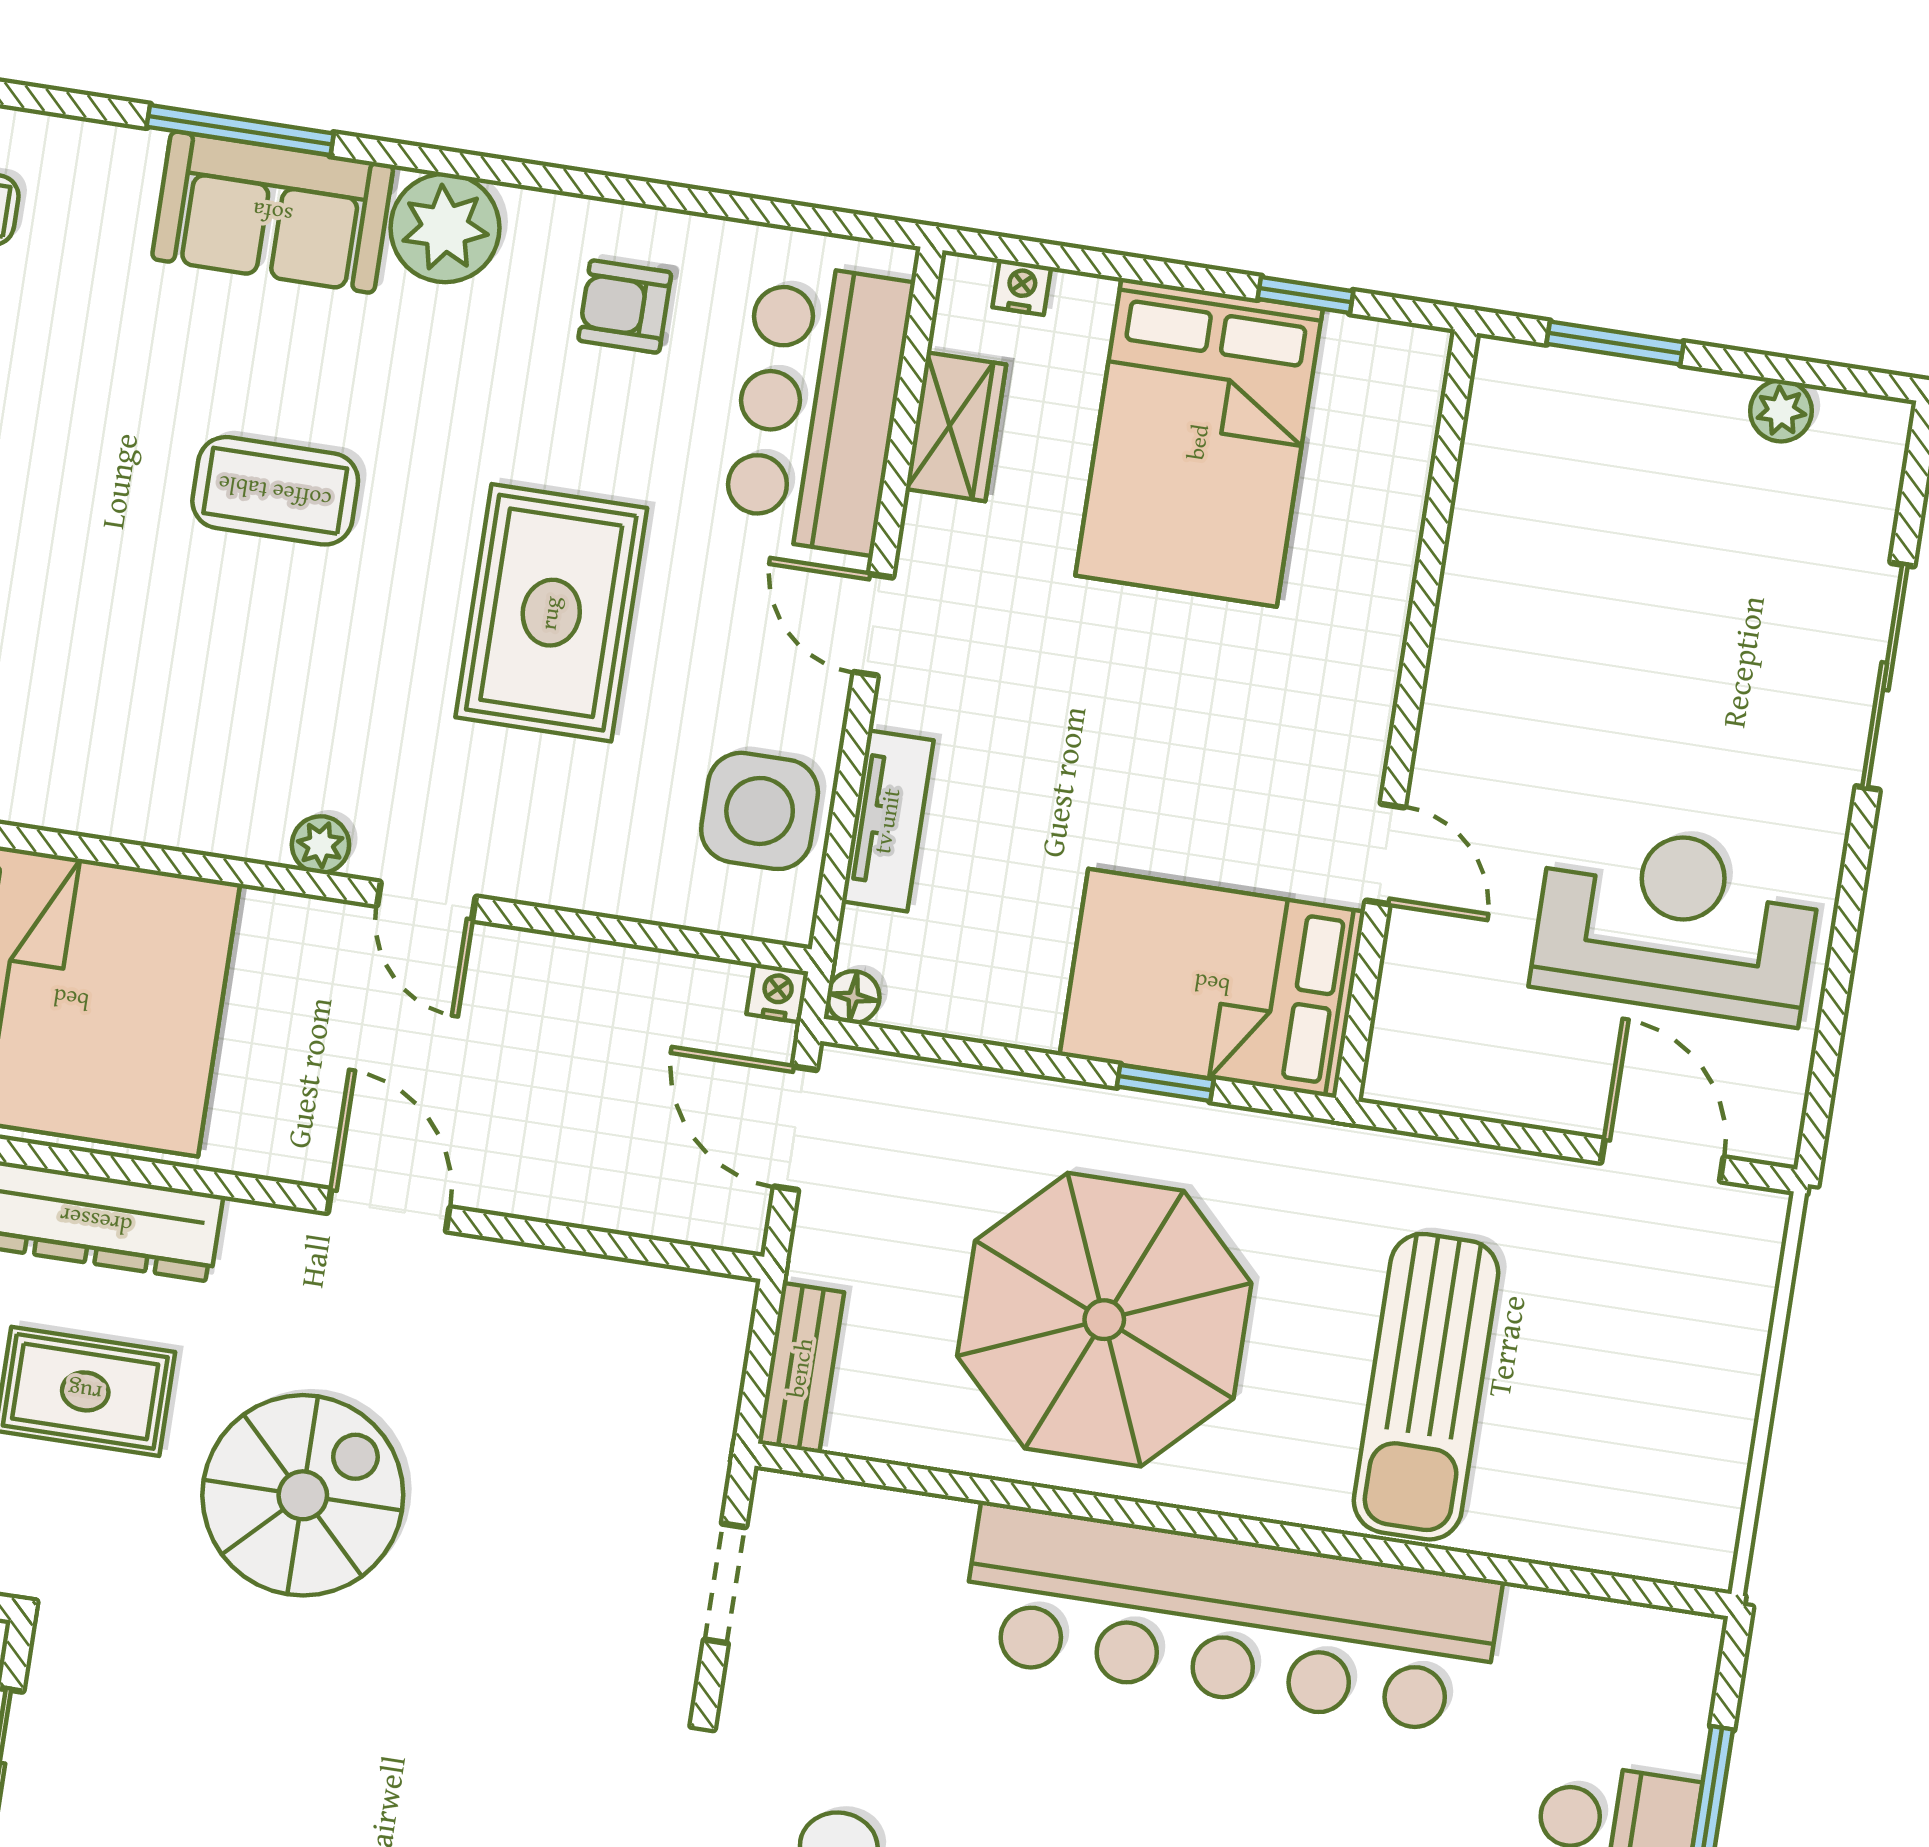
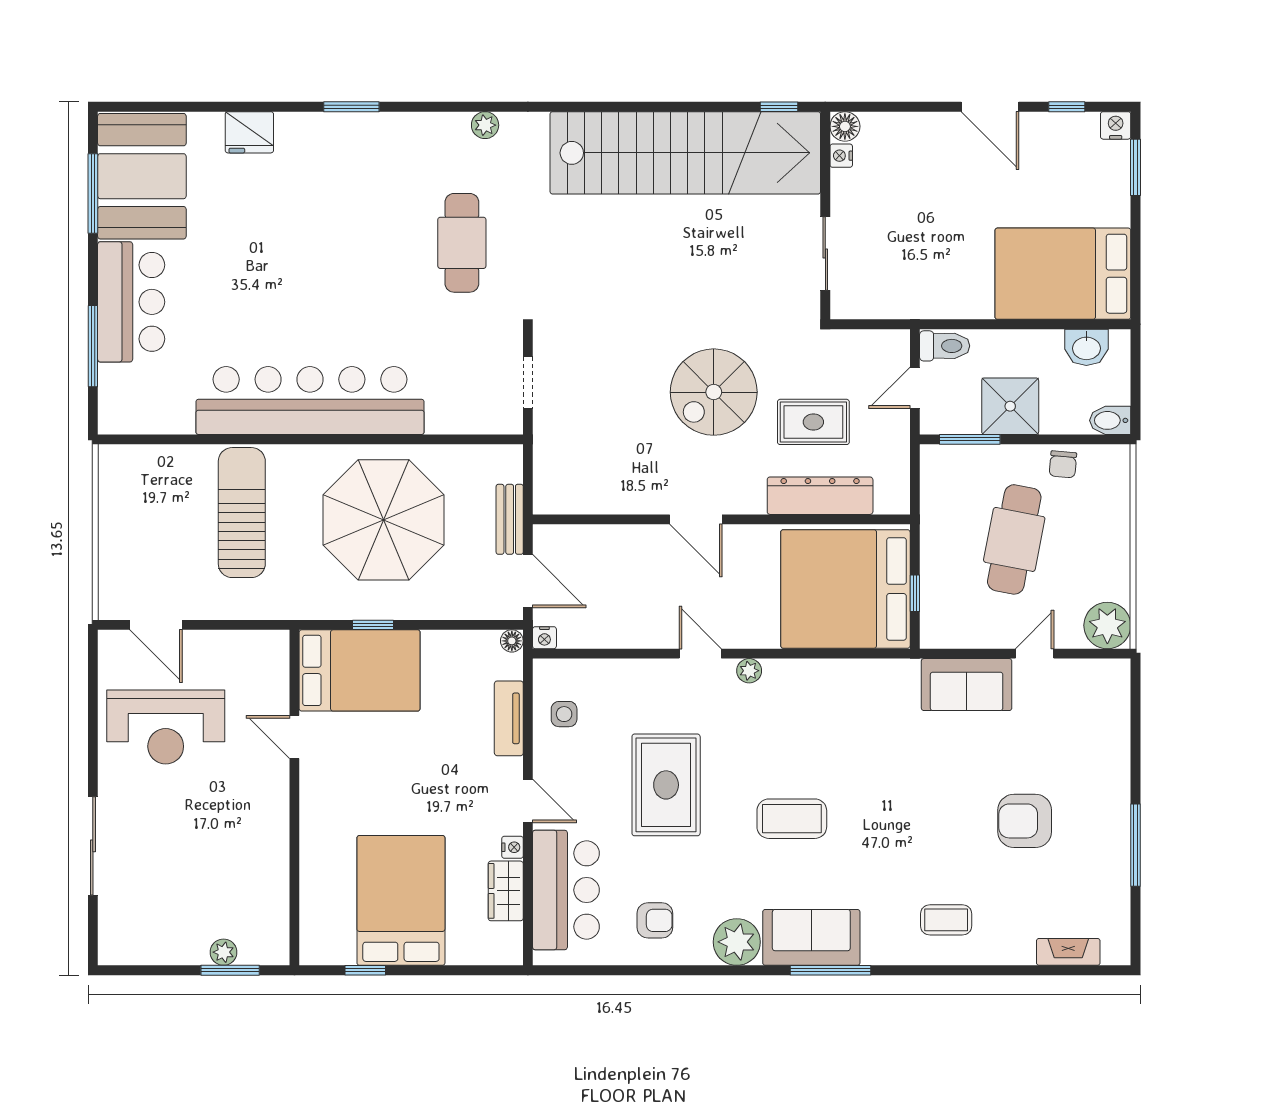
nightstand: (1022, 287) -> (513, 847), moved, turned -90
plant: (1781, 411) -> (224, 952), moved
side table: (760, 811) -> (564, 714), width x0.54, depth x0.54
bench: (801, 1368) -> (510, 519), moved

